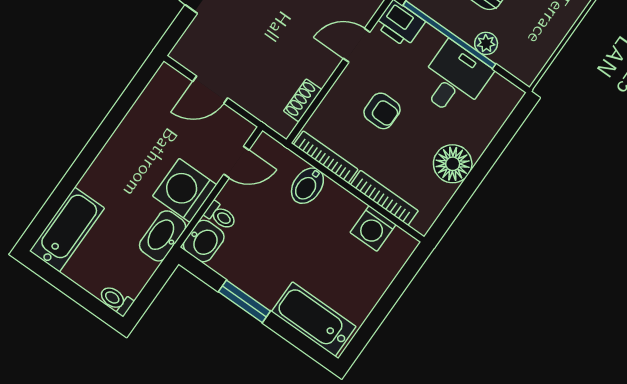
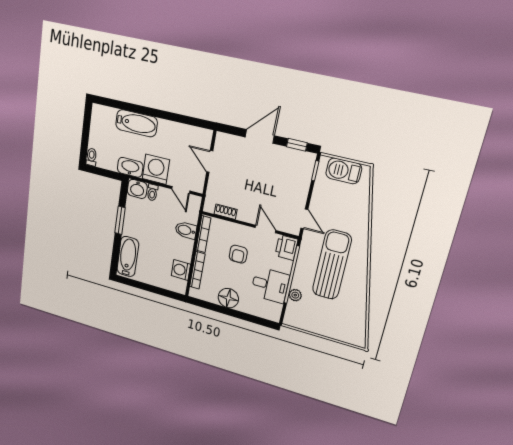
bathtub: (67, 230) -> (136, 123), moved

